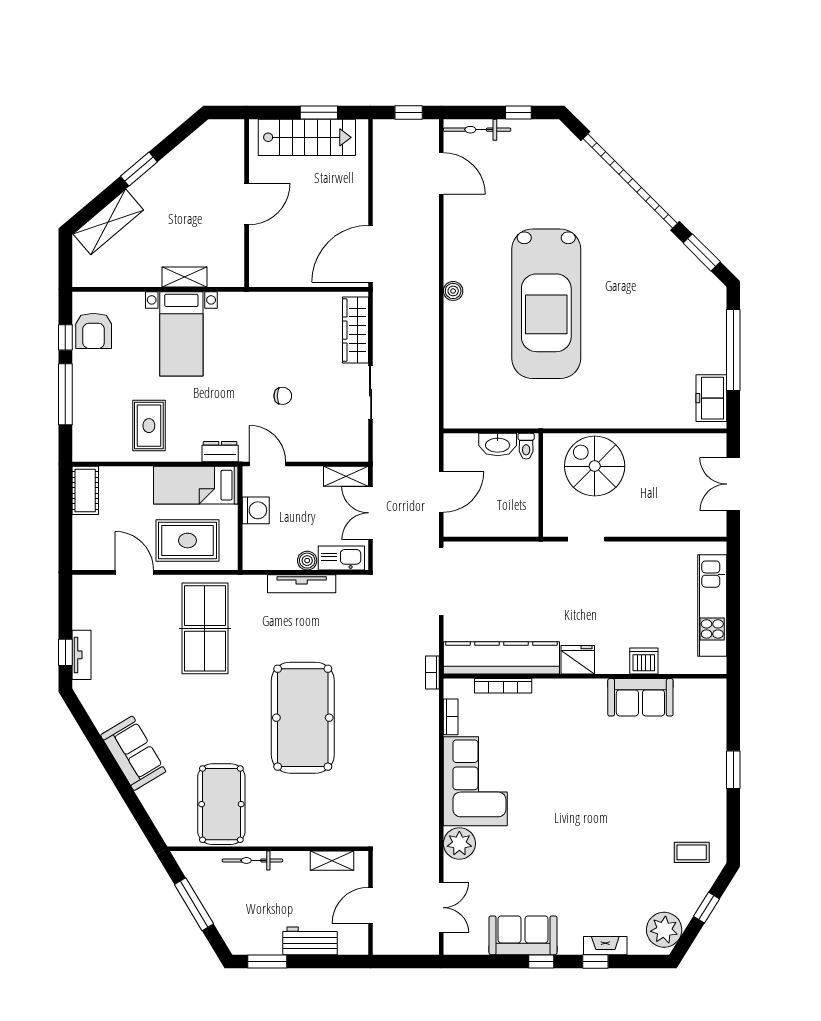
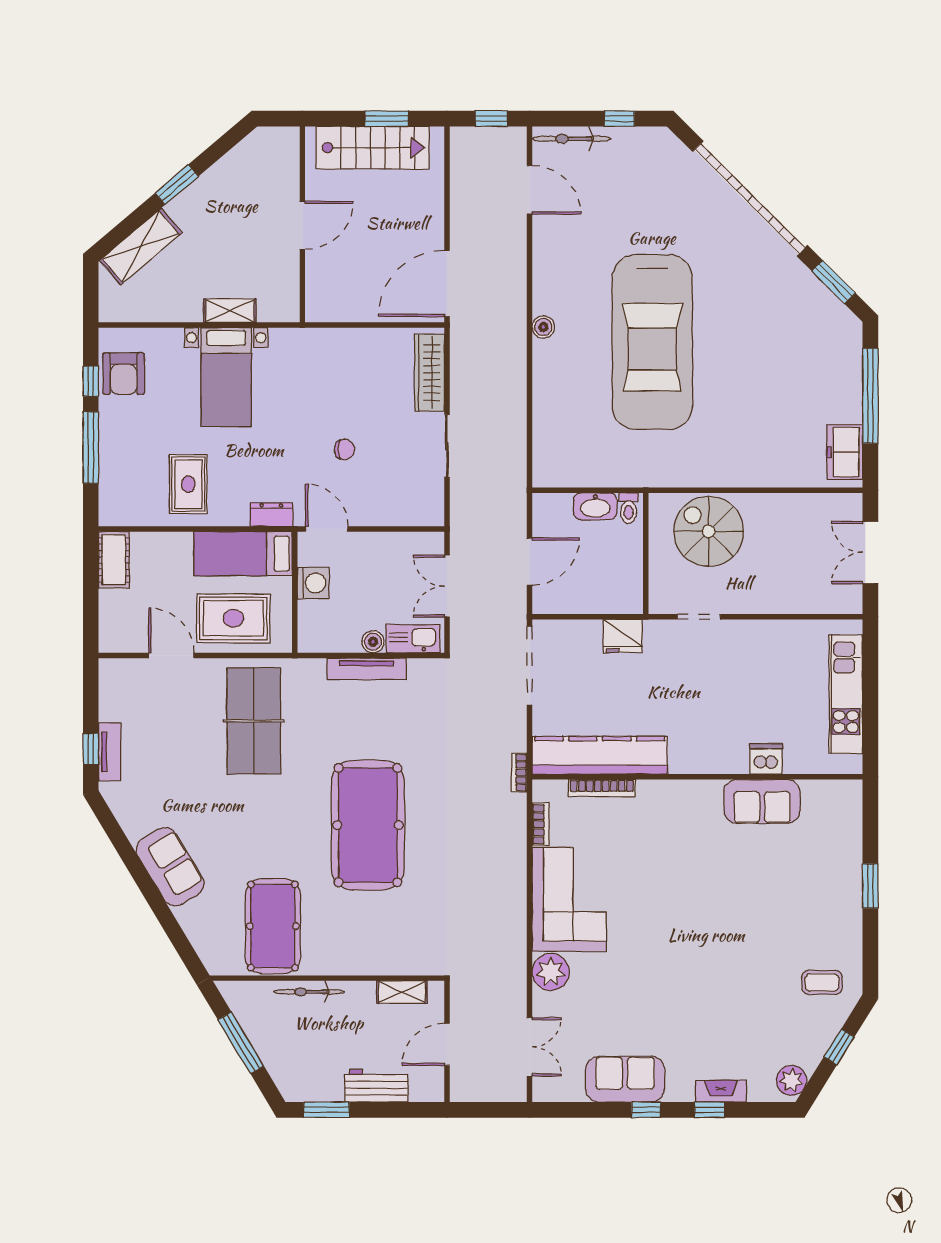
shelving: (346, 476) -> (418, 543), removed
fridge: (578, 660) -> (623, 636), moved, turned 180
plant: (664, 930) -> (791, 1080), width x0.73, depth x0.73

